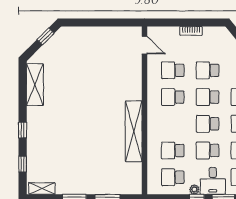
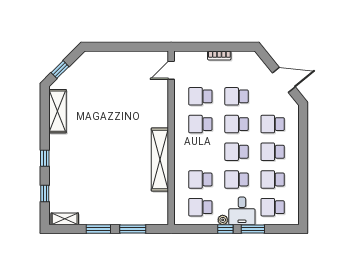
window: (46, 36) -> (60, 70), moved
door: (145, 45) -> (171, 70), swing flipped

